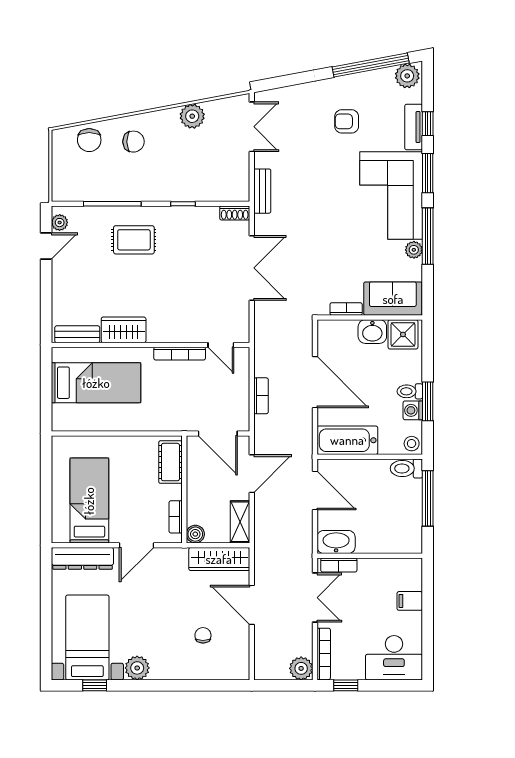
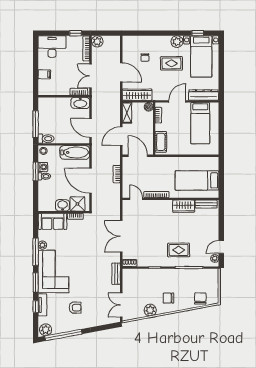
chair: (134, 142) -> (168, 298), moved
shower: (403, 334) -> (77, 204), moved
rug: (148, 623) -> (171, 63), added

